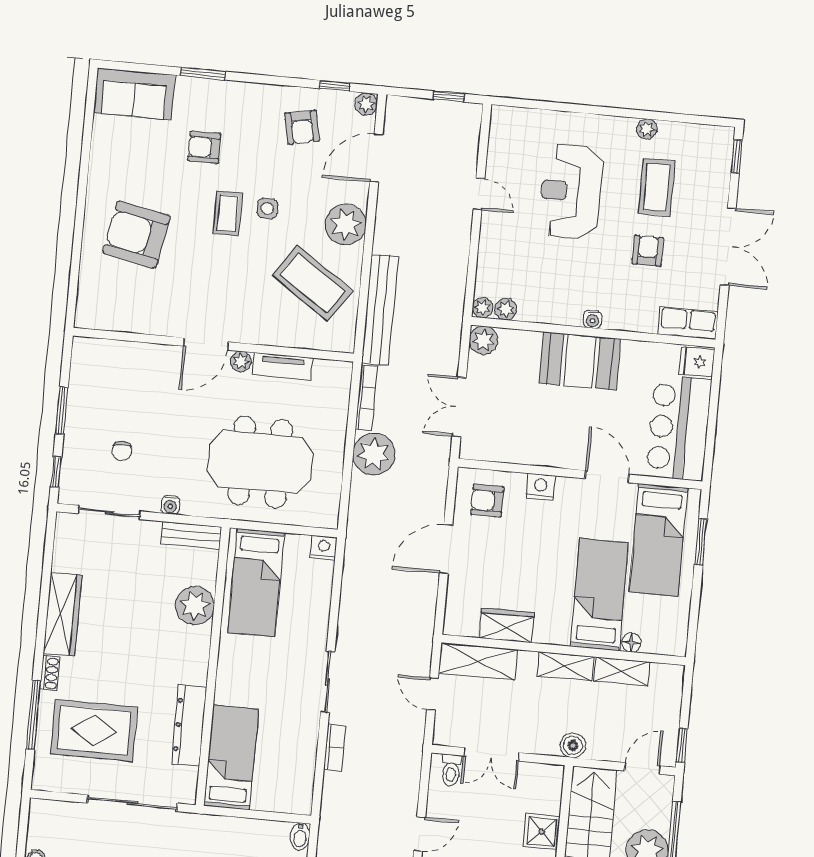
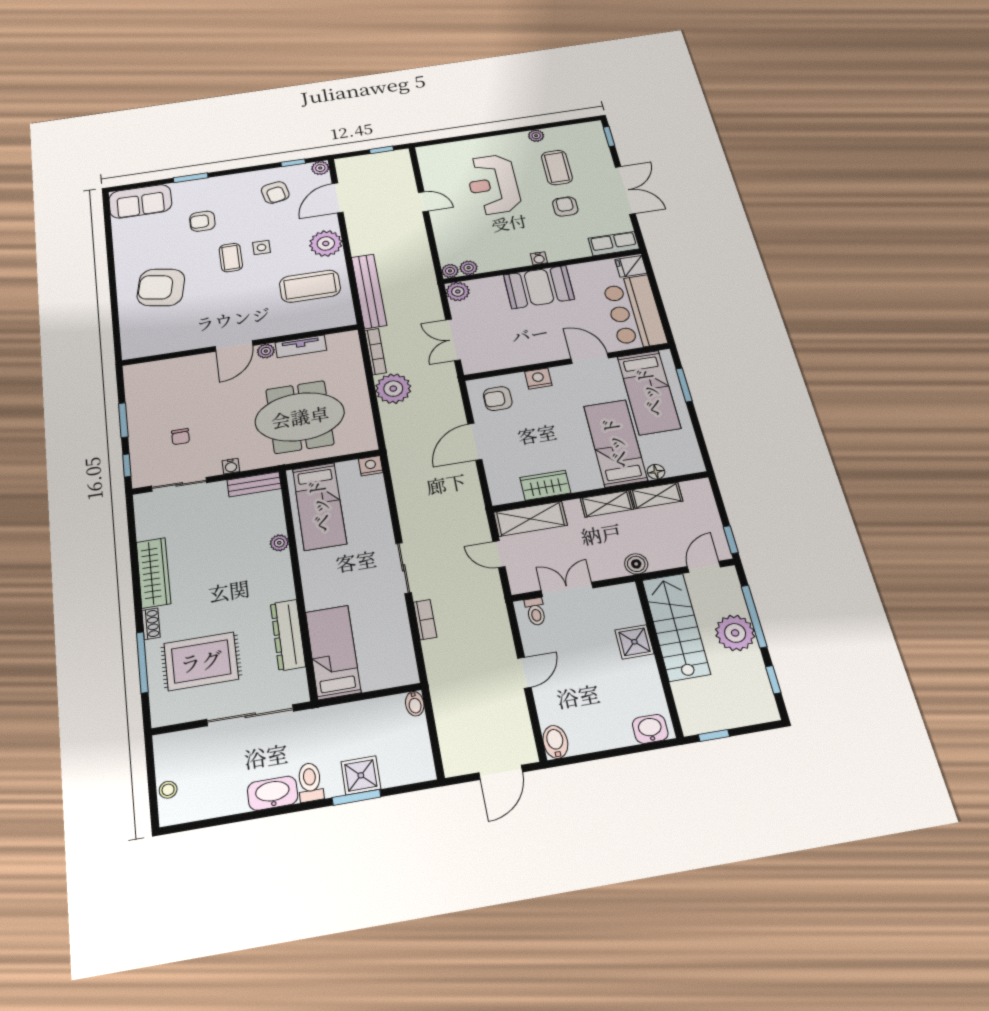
coffee table: (312, 283) -> (310, 286), turned -34
plant: (195, 606) -> (279, 543), width x0.53, depth x0.53
double door: (492, 754) -> (567, 589), swing flipped

